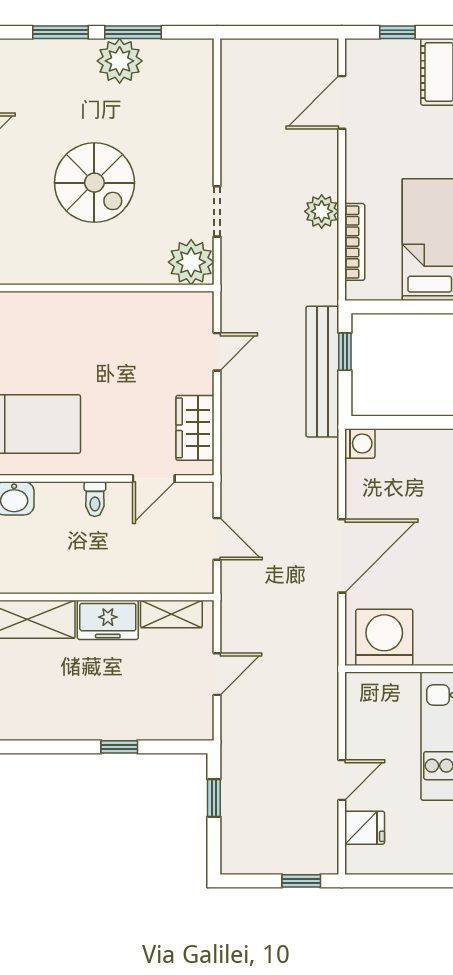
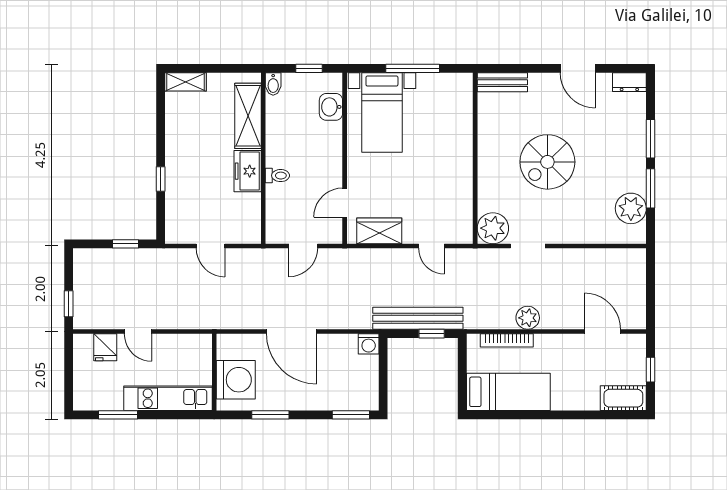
plant: (120, 61) -> (631, 208), moved
door: (154, 478) -> (345, 203), hinge flipped
toilet: (95, 499) -> (277, 176), moved, turned 180
shelving: (171, 614) -> (252, 215), removed
washing machine: (384, 637) -> (236, 380), moved

